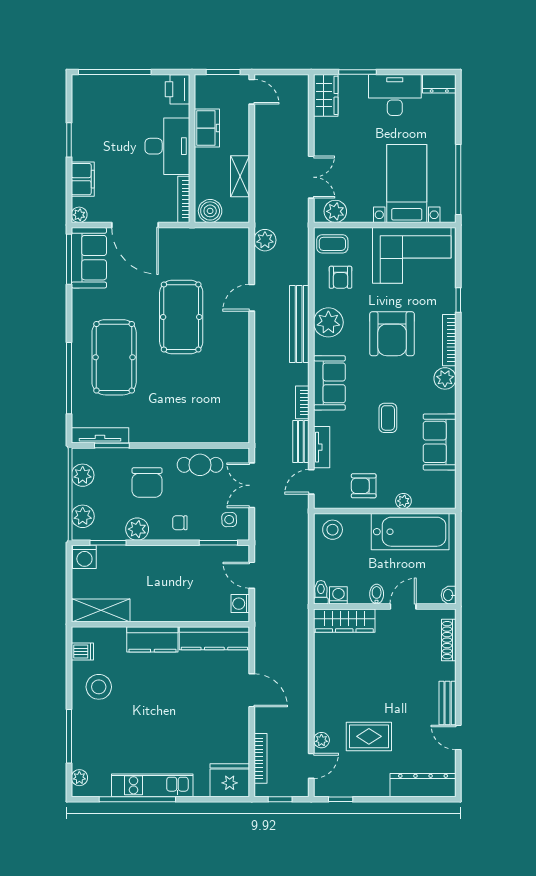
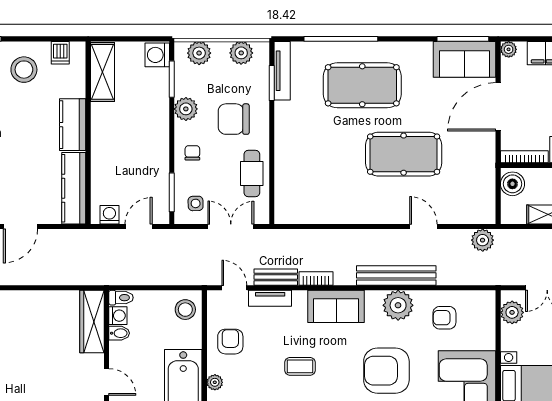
coffee table: (332, 244) -> (479, 309), removed
bidet: (377, 594) -> (119, 333), moved

